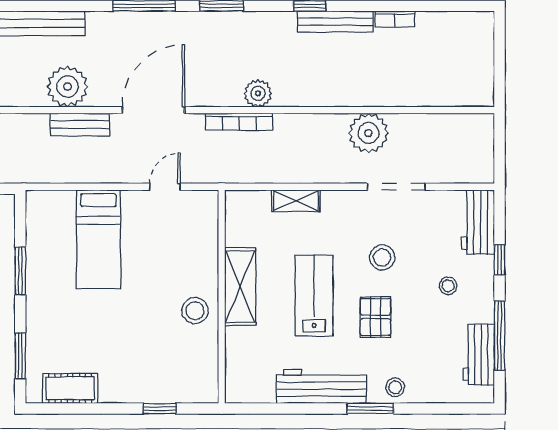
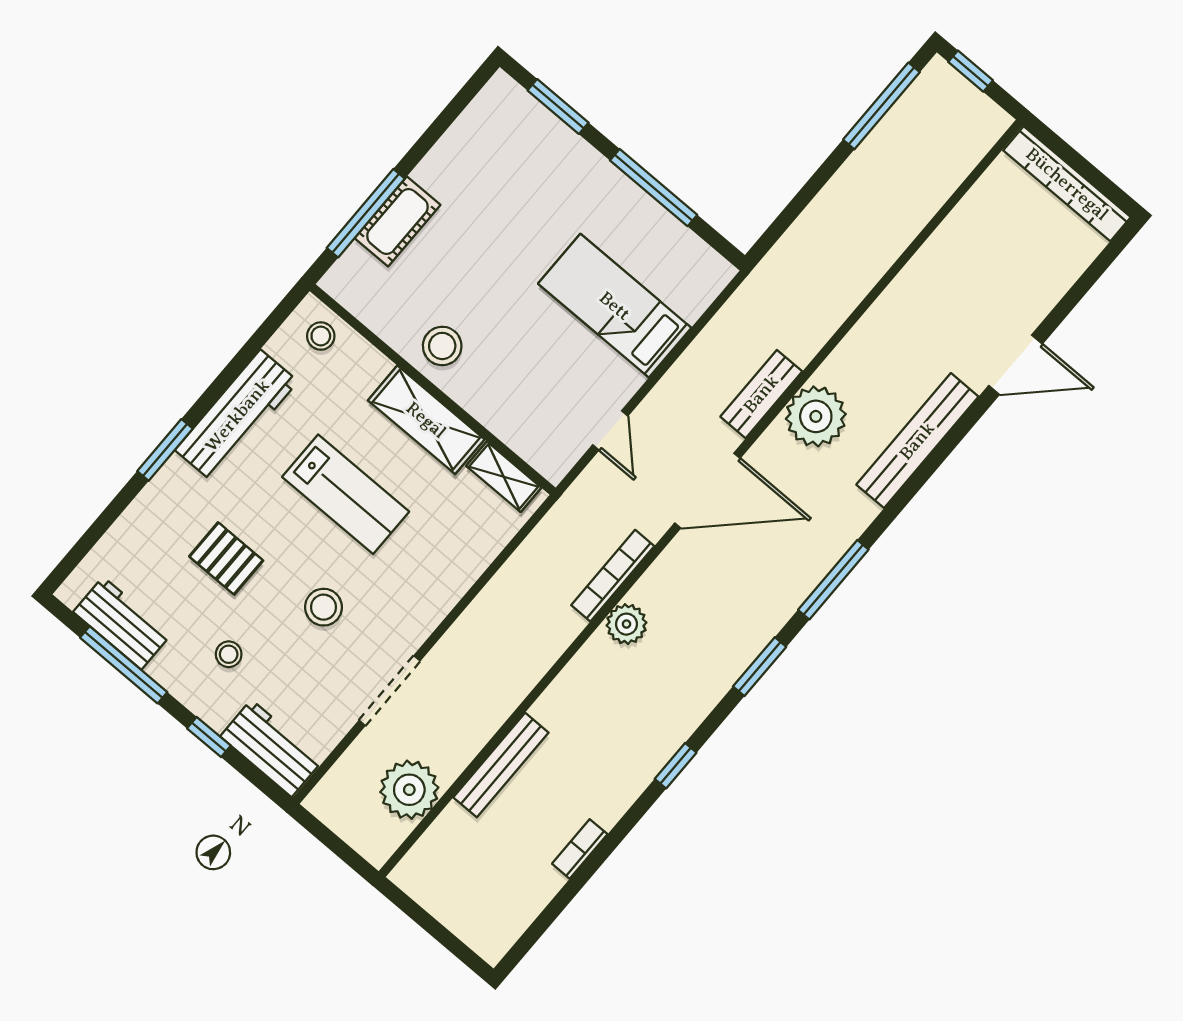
bench: (335, 22) -> (501, 765), moved
door: (153, 110) -> (707, 491), hinge flipped
plant: (369, 133) -> (409, 790), moved
shelving: (296, 201) -> (504, 477), moved, turned 90
window: (20, 271) -> (654, 188), width x1.44
pallet: (375, 317) -> (226, 558), moved
stool: (395, 387) -> (321, 336), moved
cot: (70, 388) -> (397, 221), moved
window: (160, 408) -> (366, 213), width x2.17

